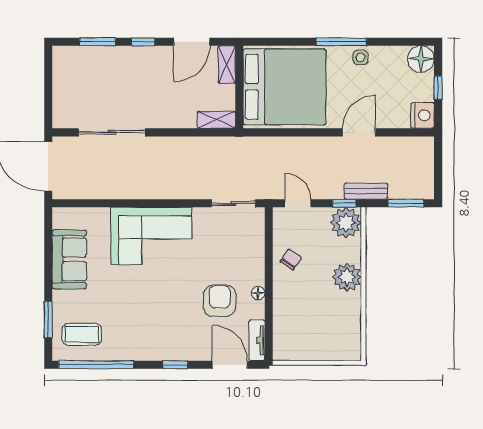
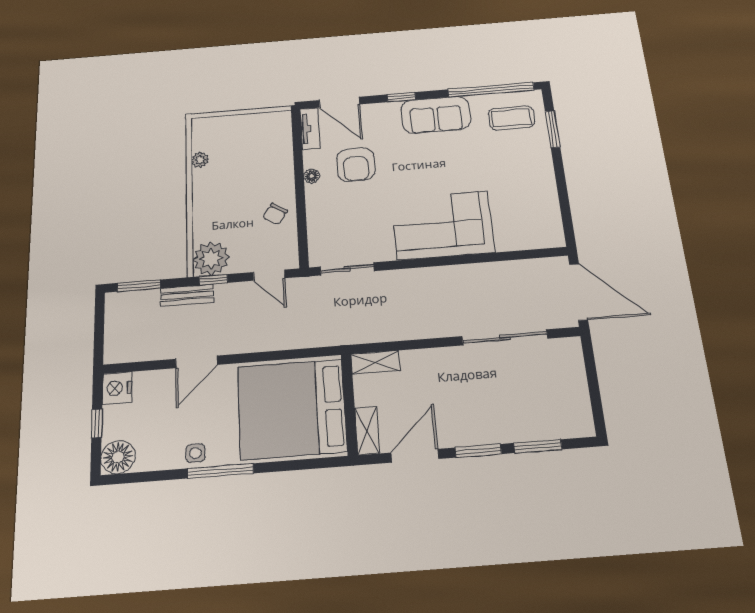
window: (143, 42) -> (478, 451), width x1.50
sofa: (69, 259) -> (436, 115), moved, turned -90
plant: (347, 277) -> (200, 160), moved, width x0.53, depth x0.53

